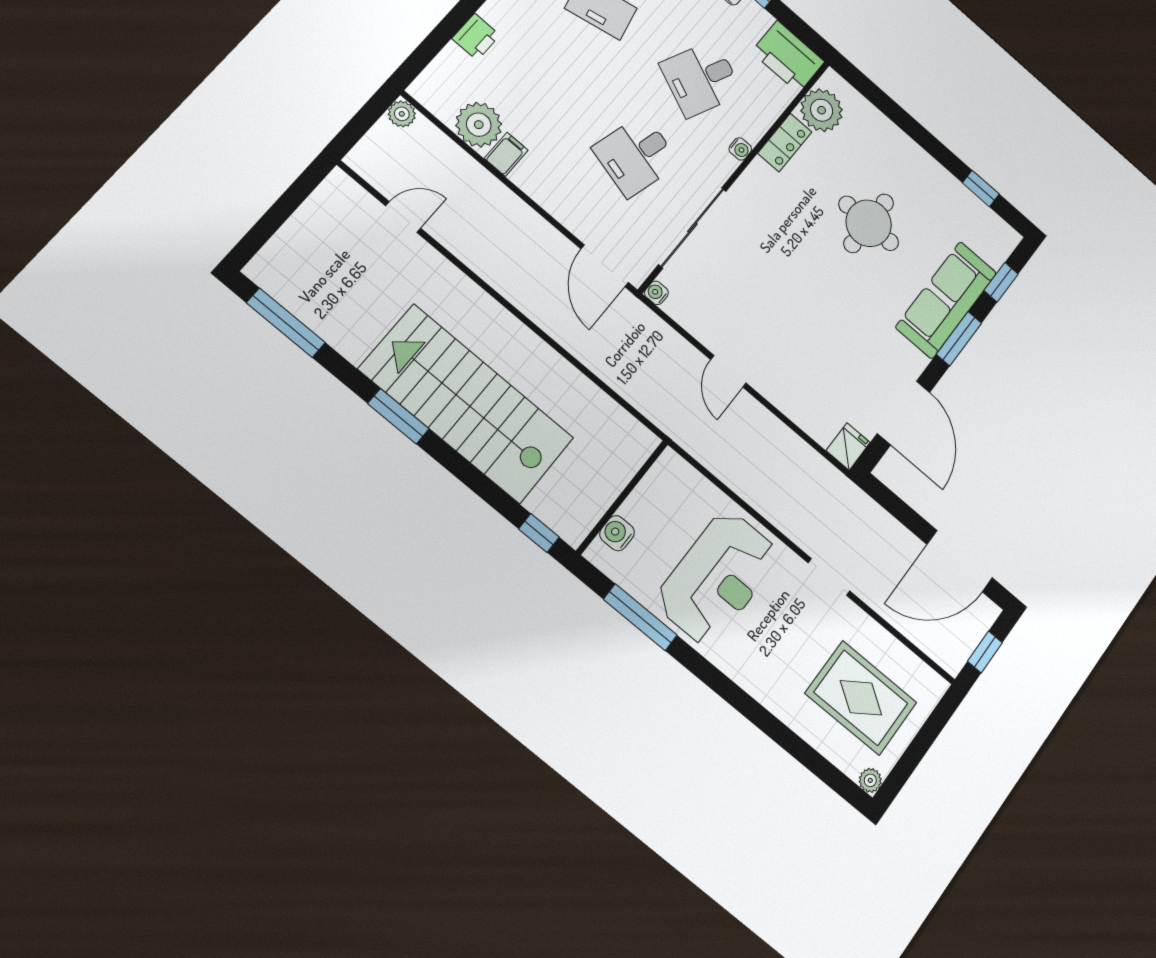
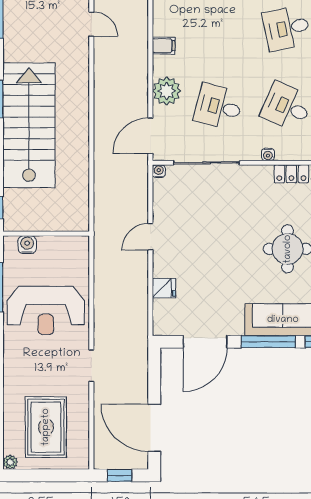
plant: (479, 125) -> (167, 91), moved
window: (959, 339) -> (268, 342), width x1.44
fridge: (848, 447) -> (164, 288), moved

